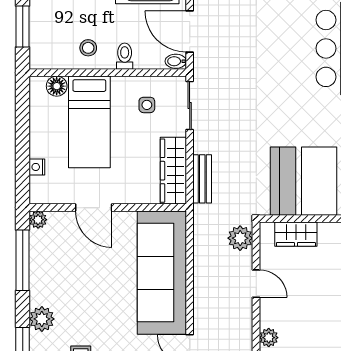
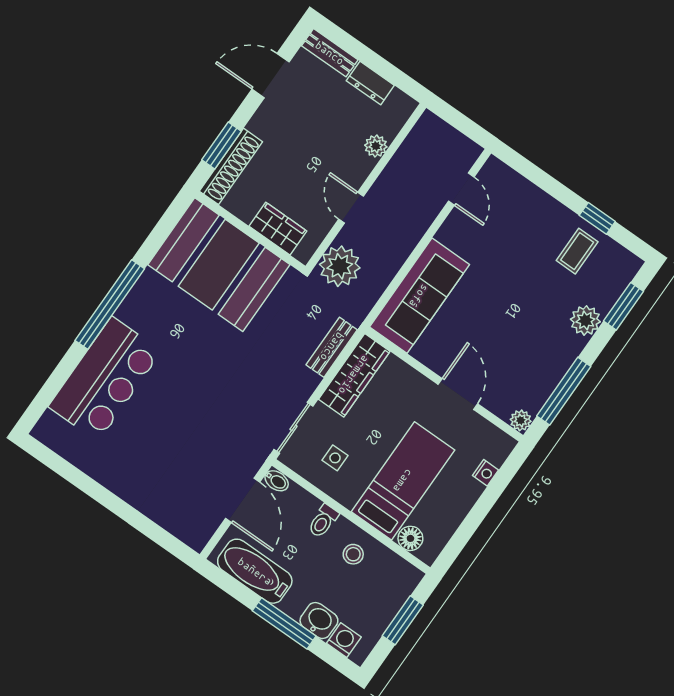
plant: (240, 238) -> (340, 266), width x1.36, depth x1.36
sofa: (162, 273) -> (419, 296), width x0.74, depth x0.79

